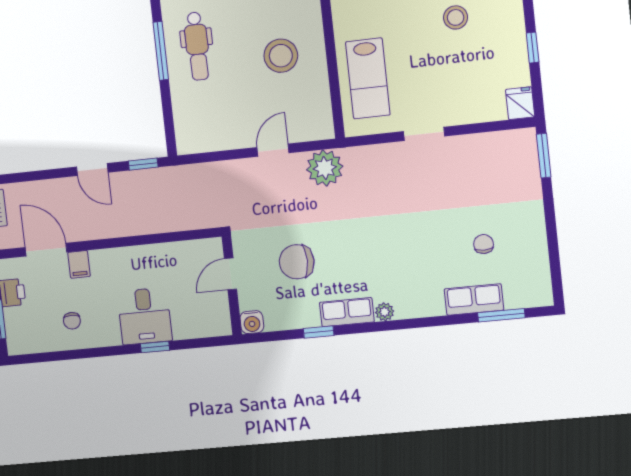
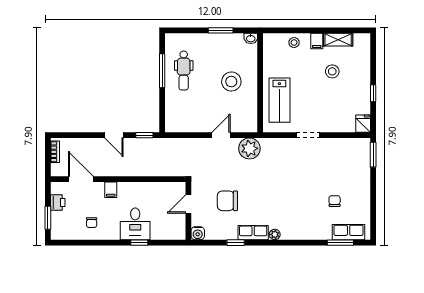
filing cabinet: (79, 264) -> (111, 190), moved
row of seats: (474, 299) -> (349, 232), moved

